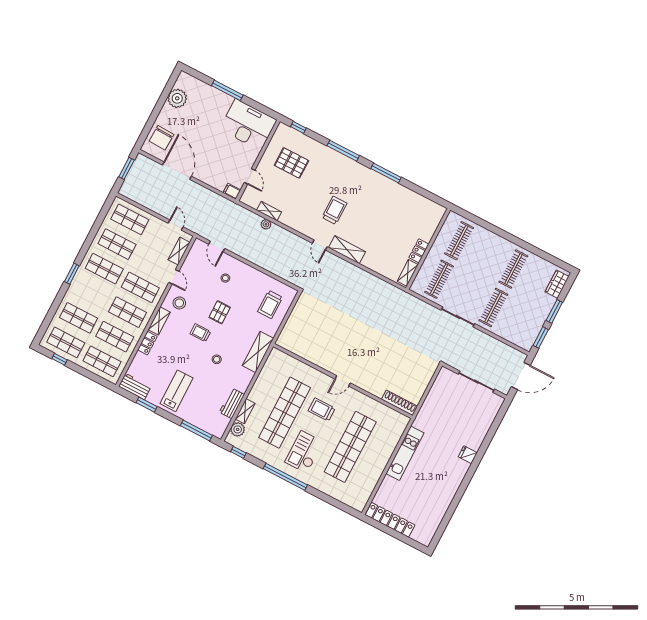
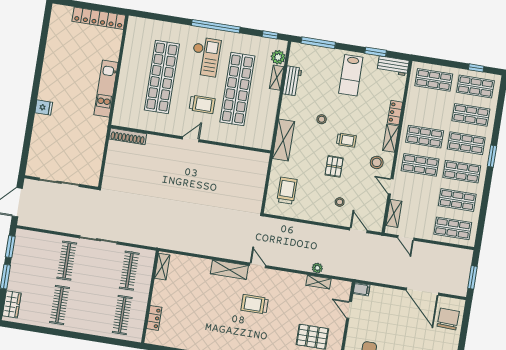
trolley: (334, 210) -> (255, 304), turned 90
locker: (419, 251) -> (154, 318), moved
shop shelf: (115, 337) -> (466, 143), moved

